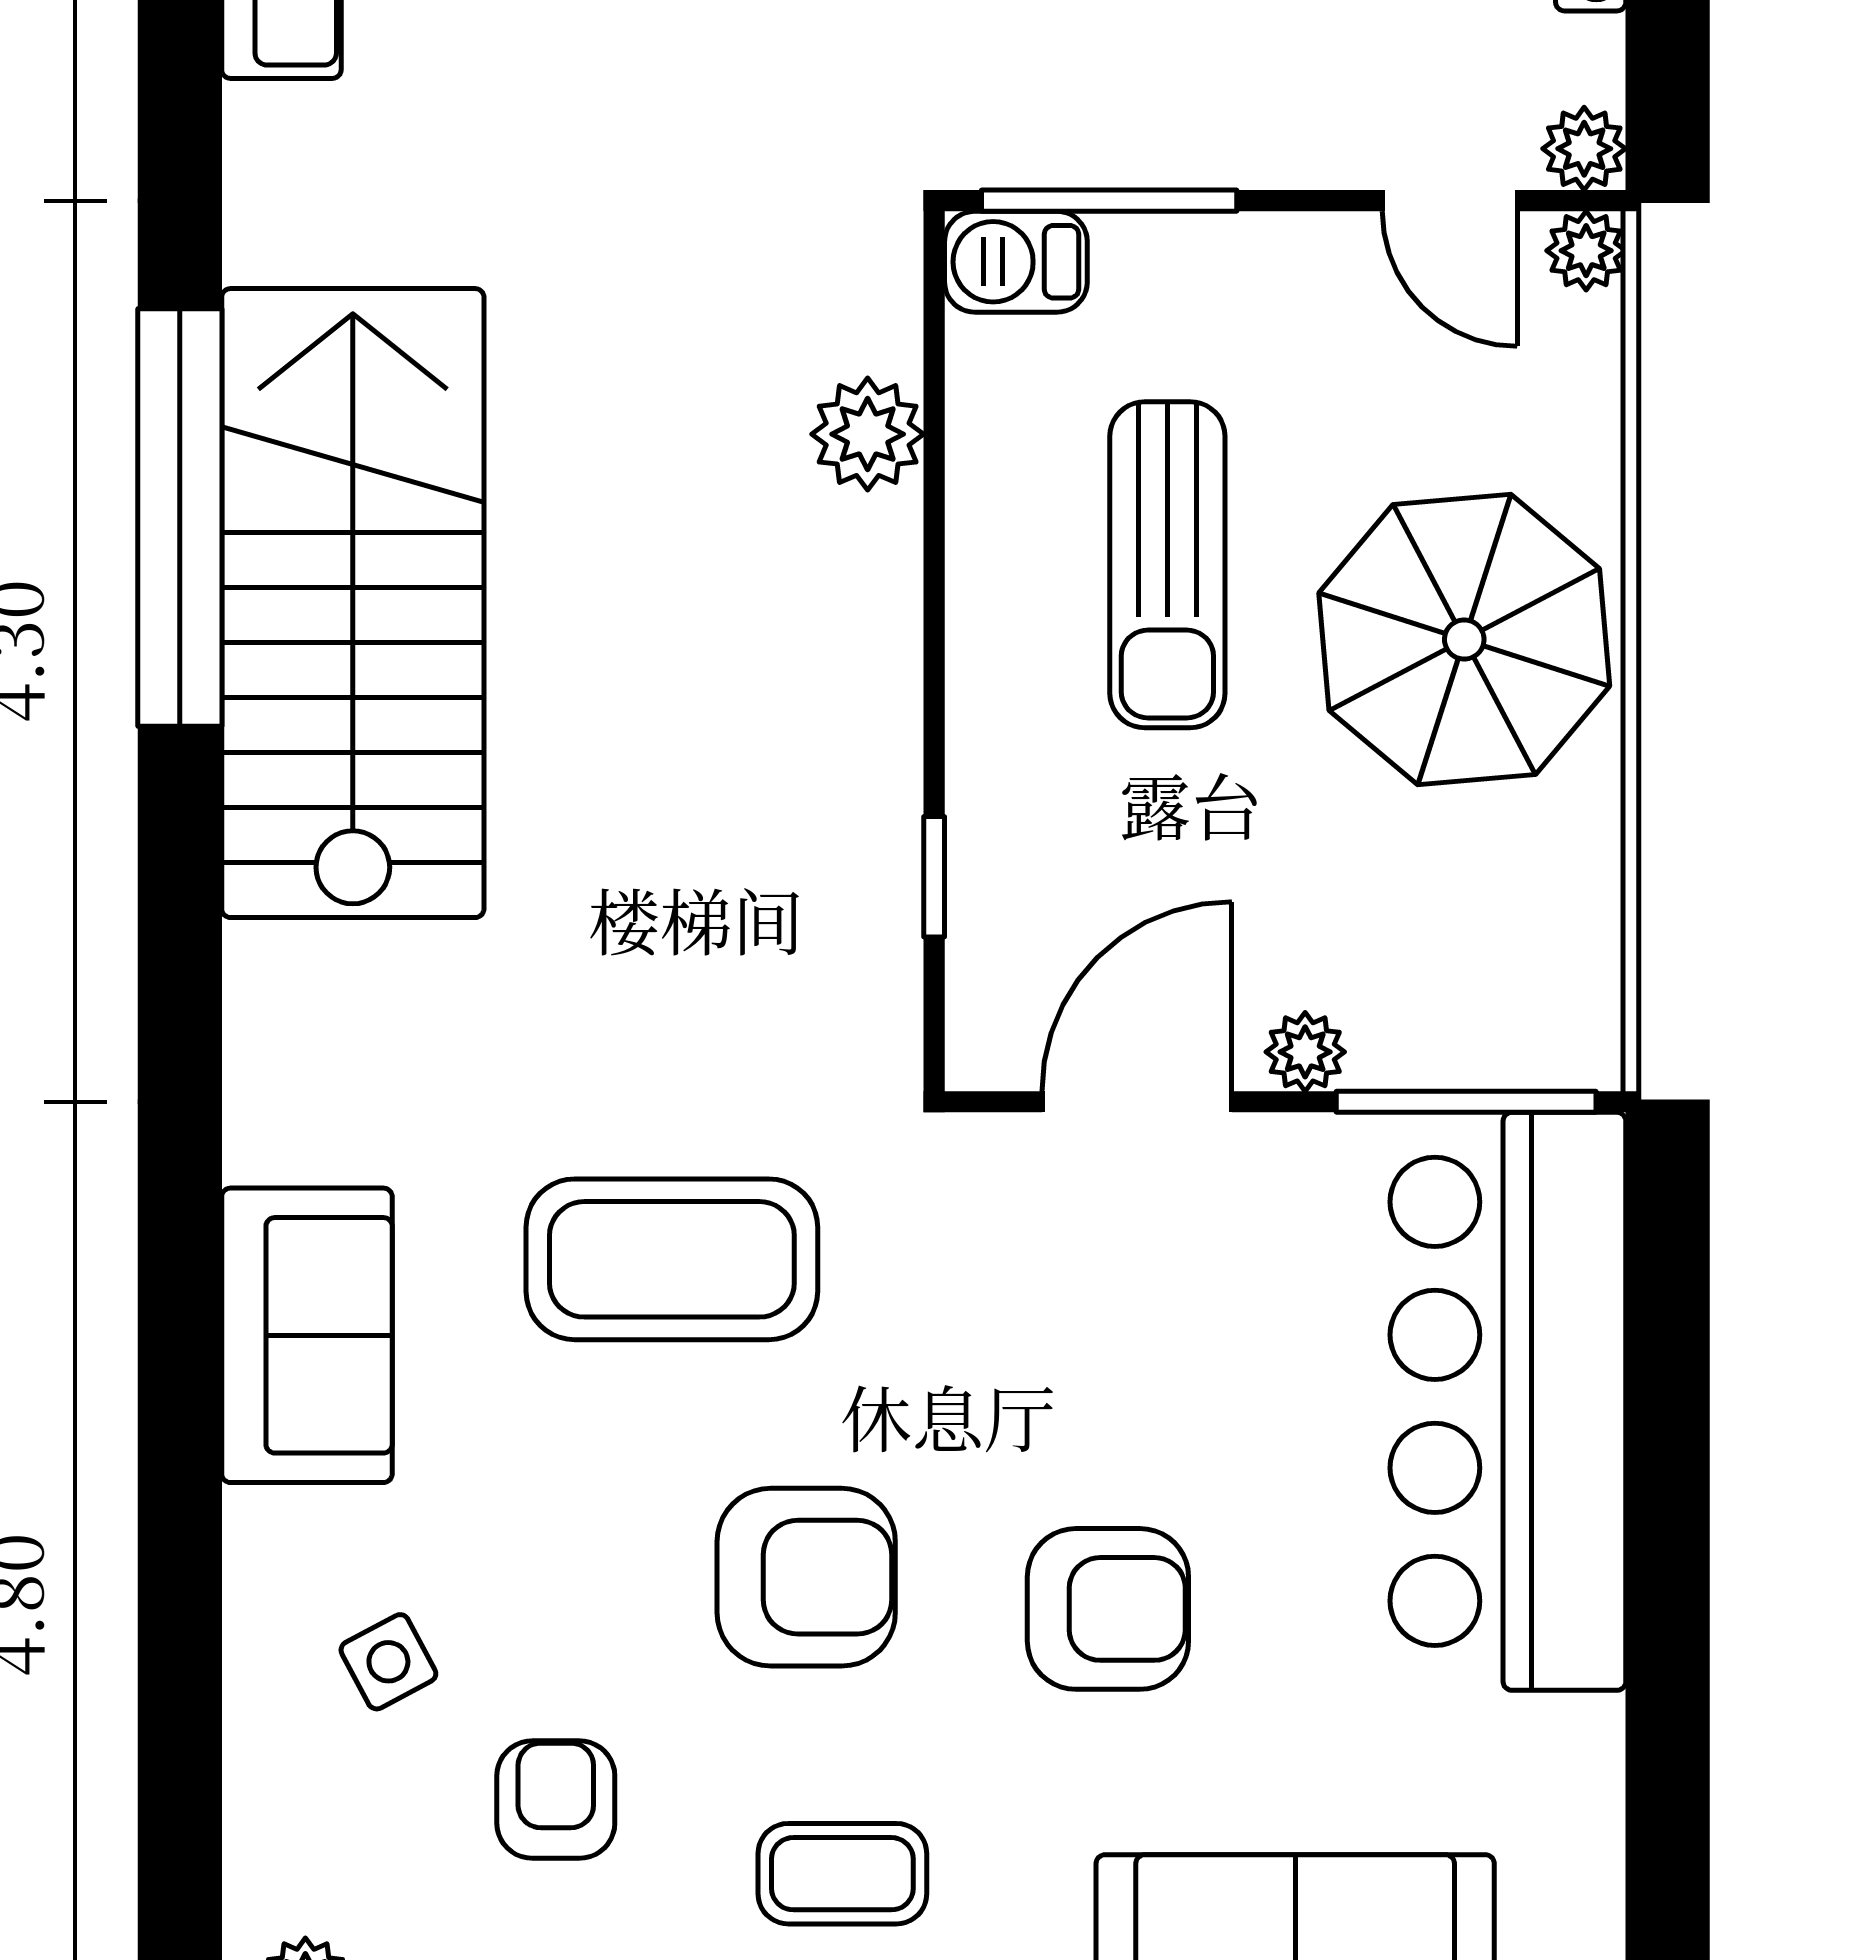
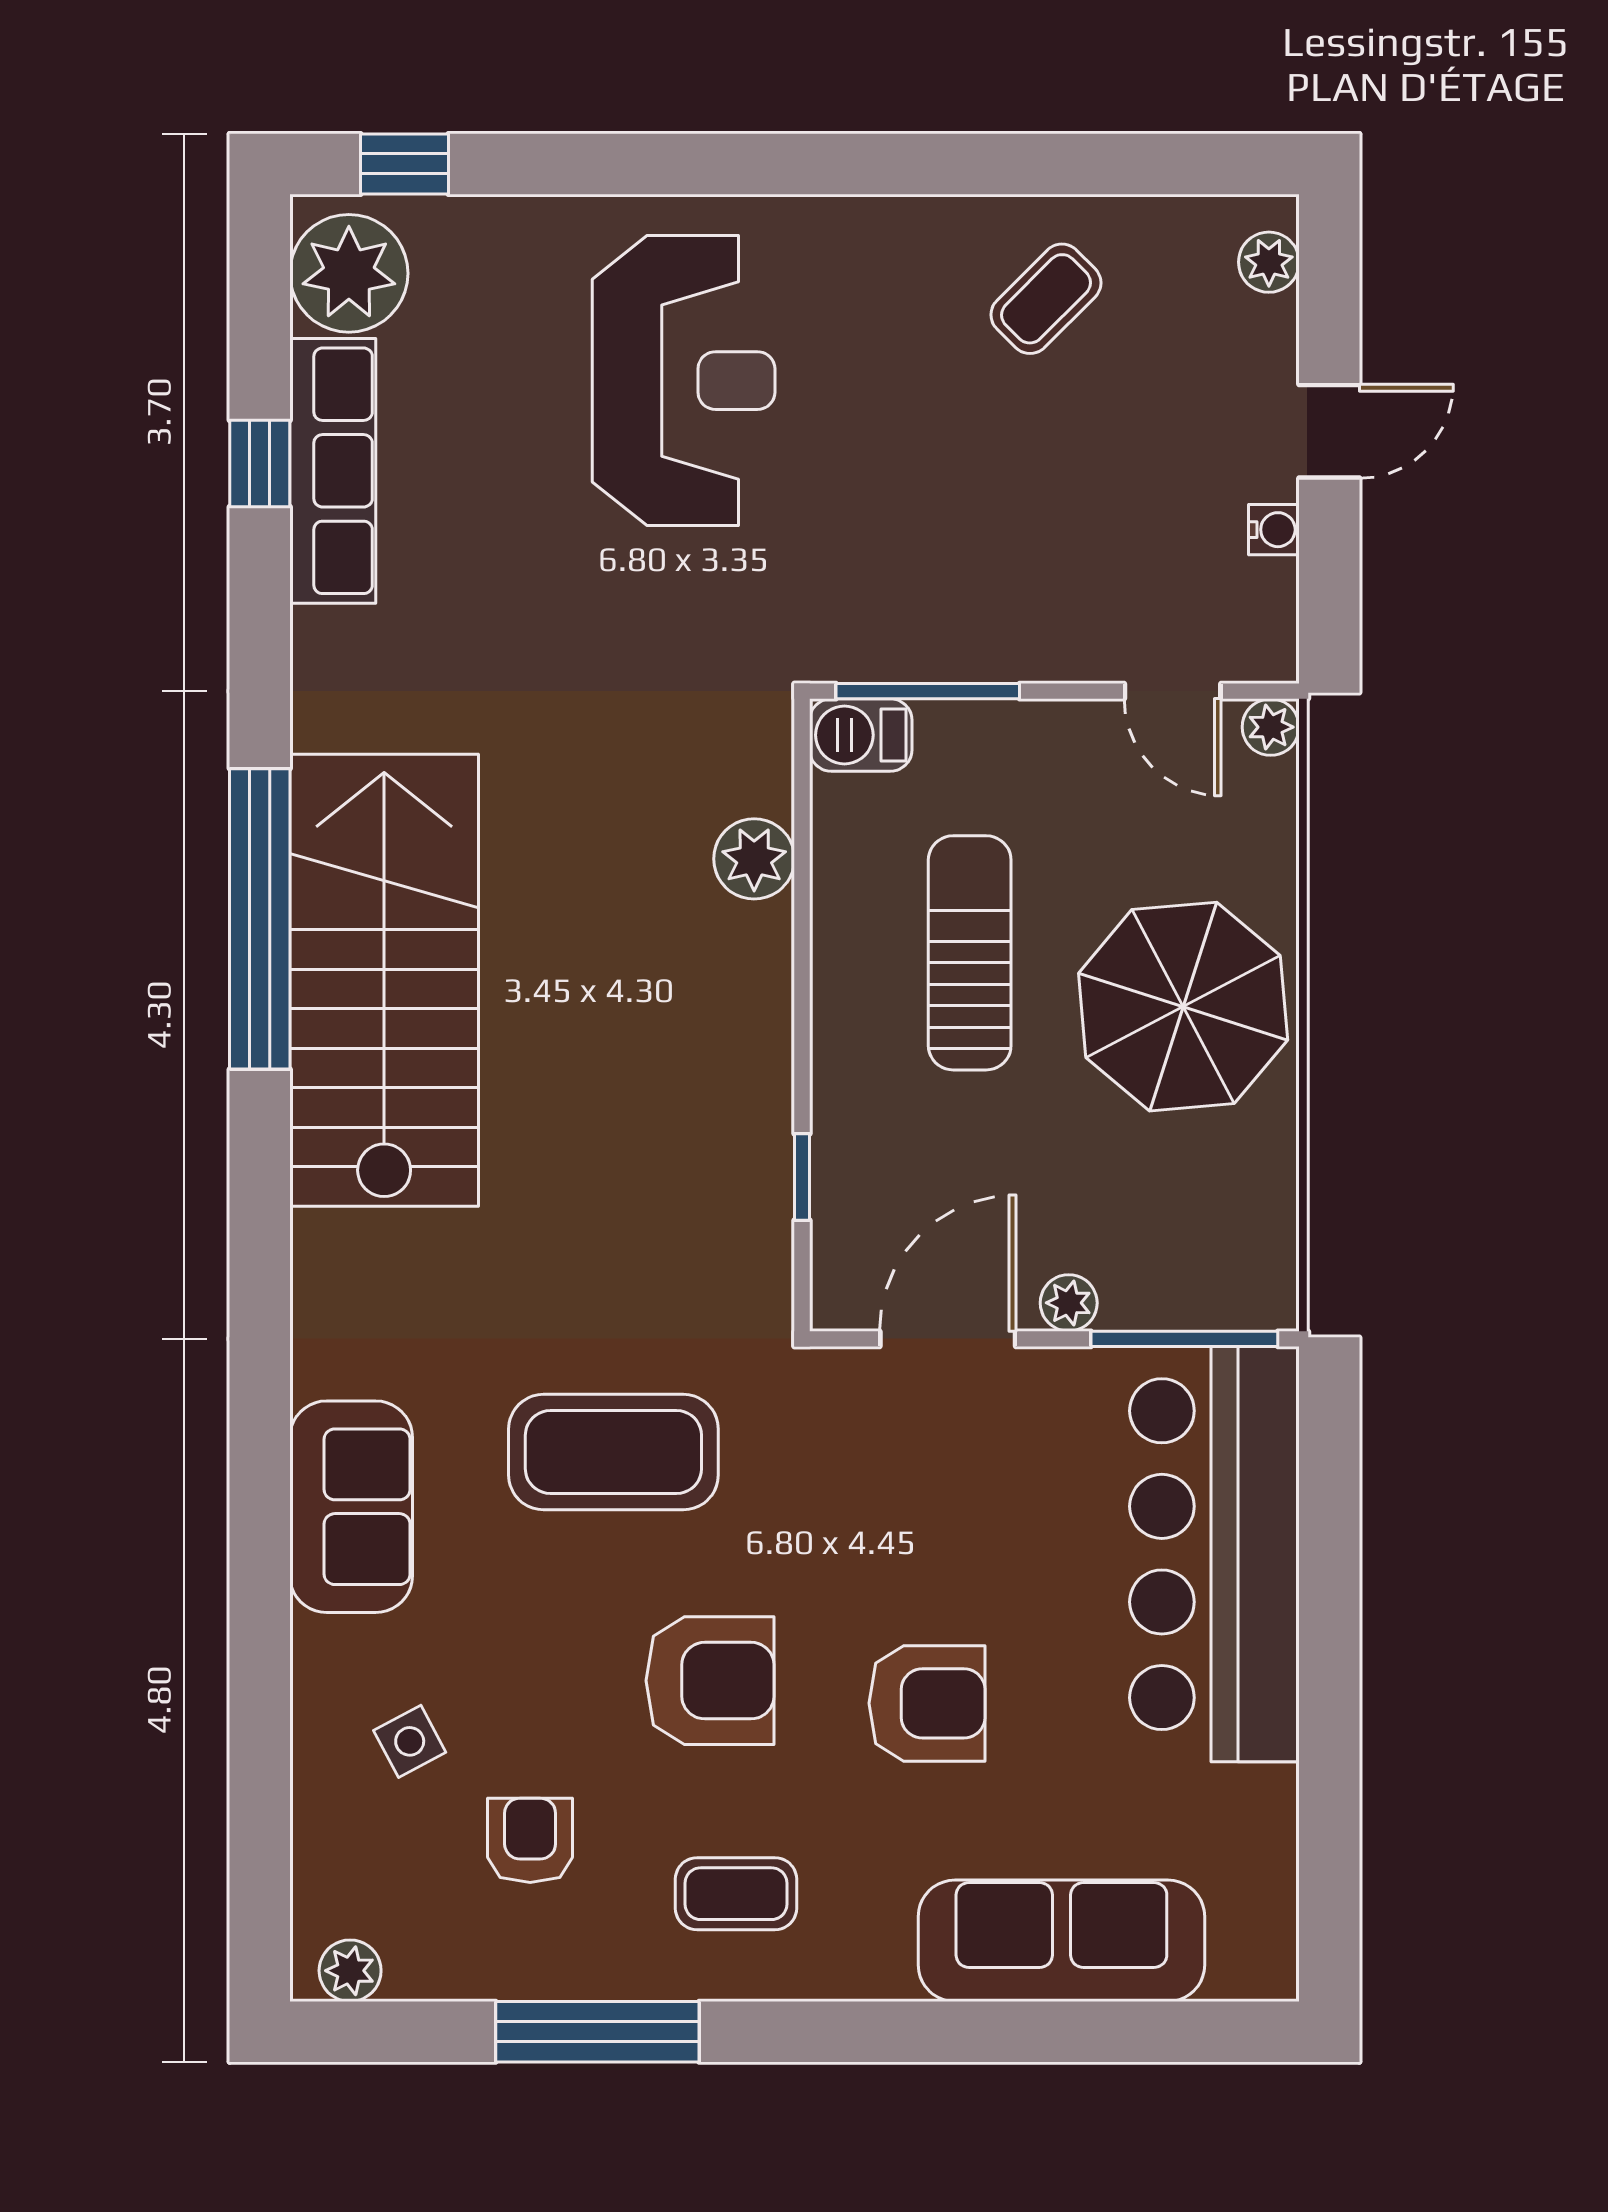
plant: (1584, 149) -> (1269, 654), removed
sun lounger: (1167, 565) -> (970, 953), turned 180

